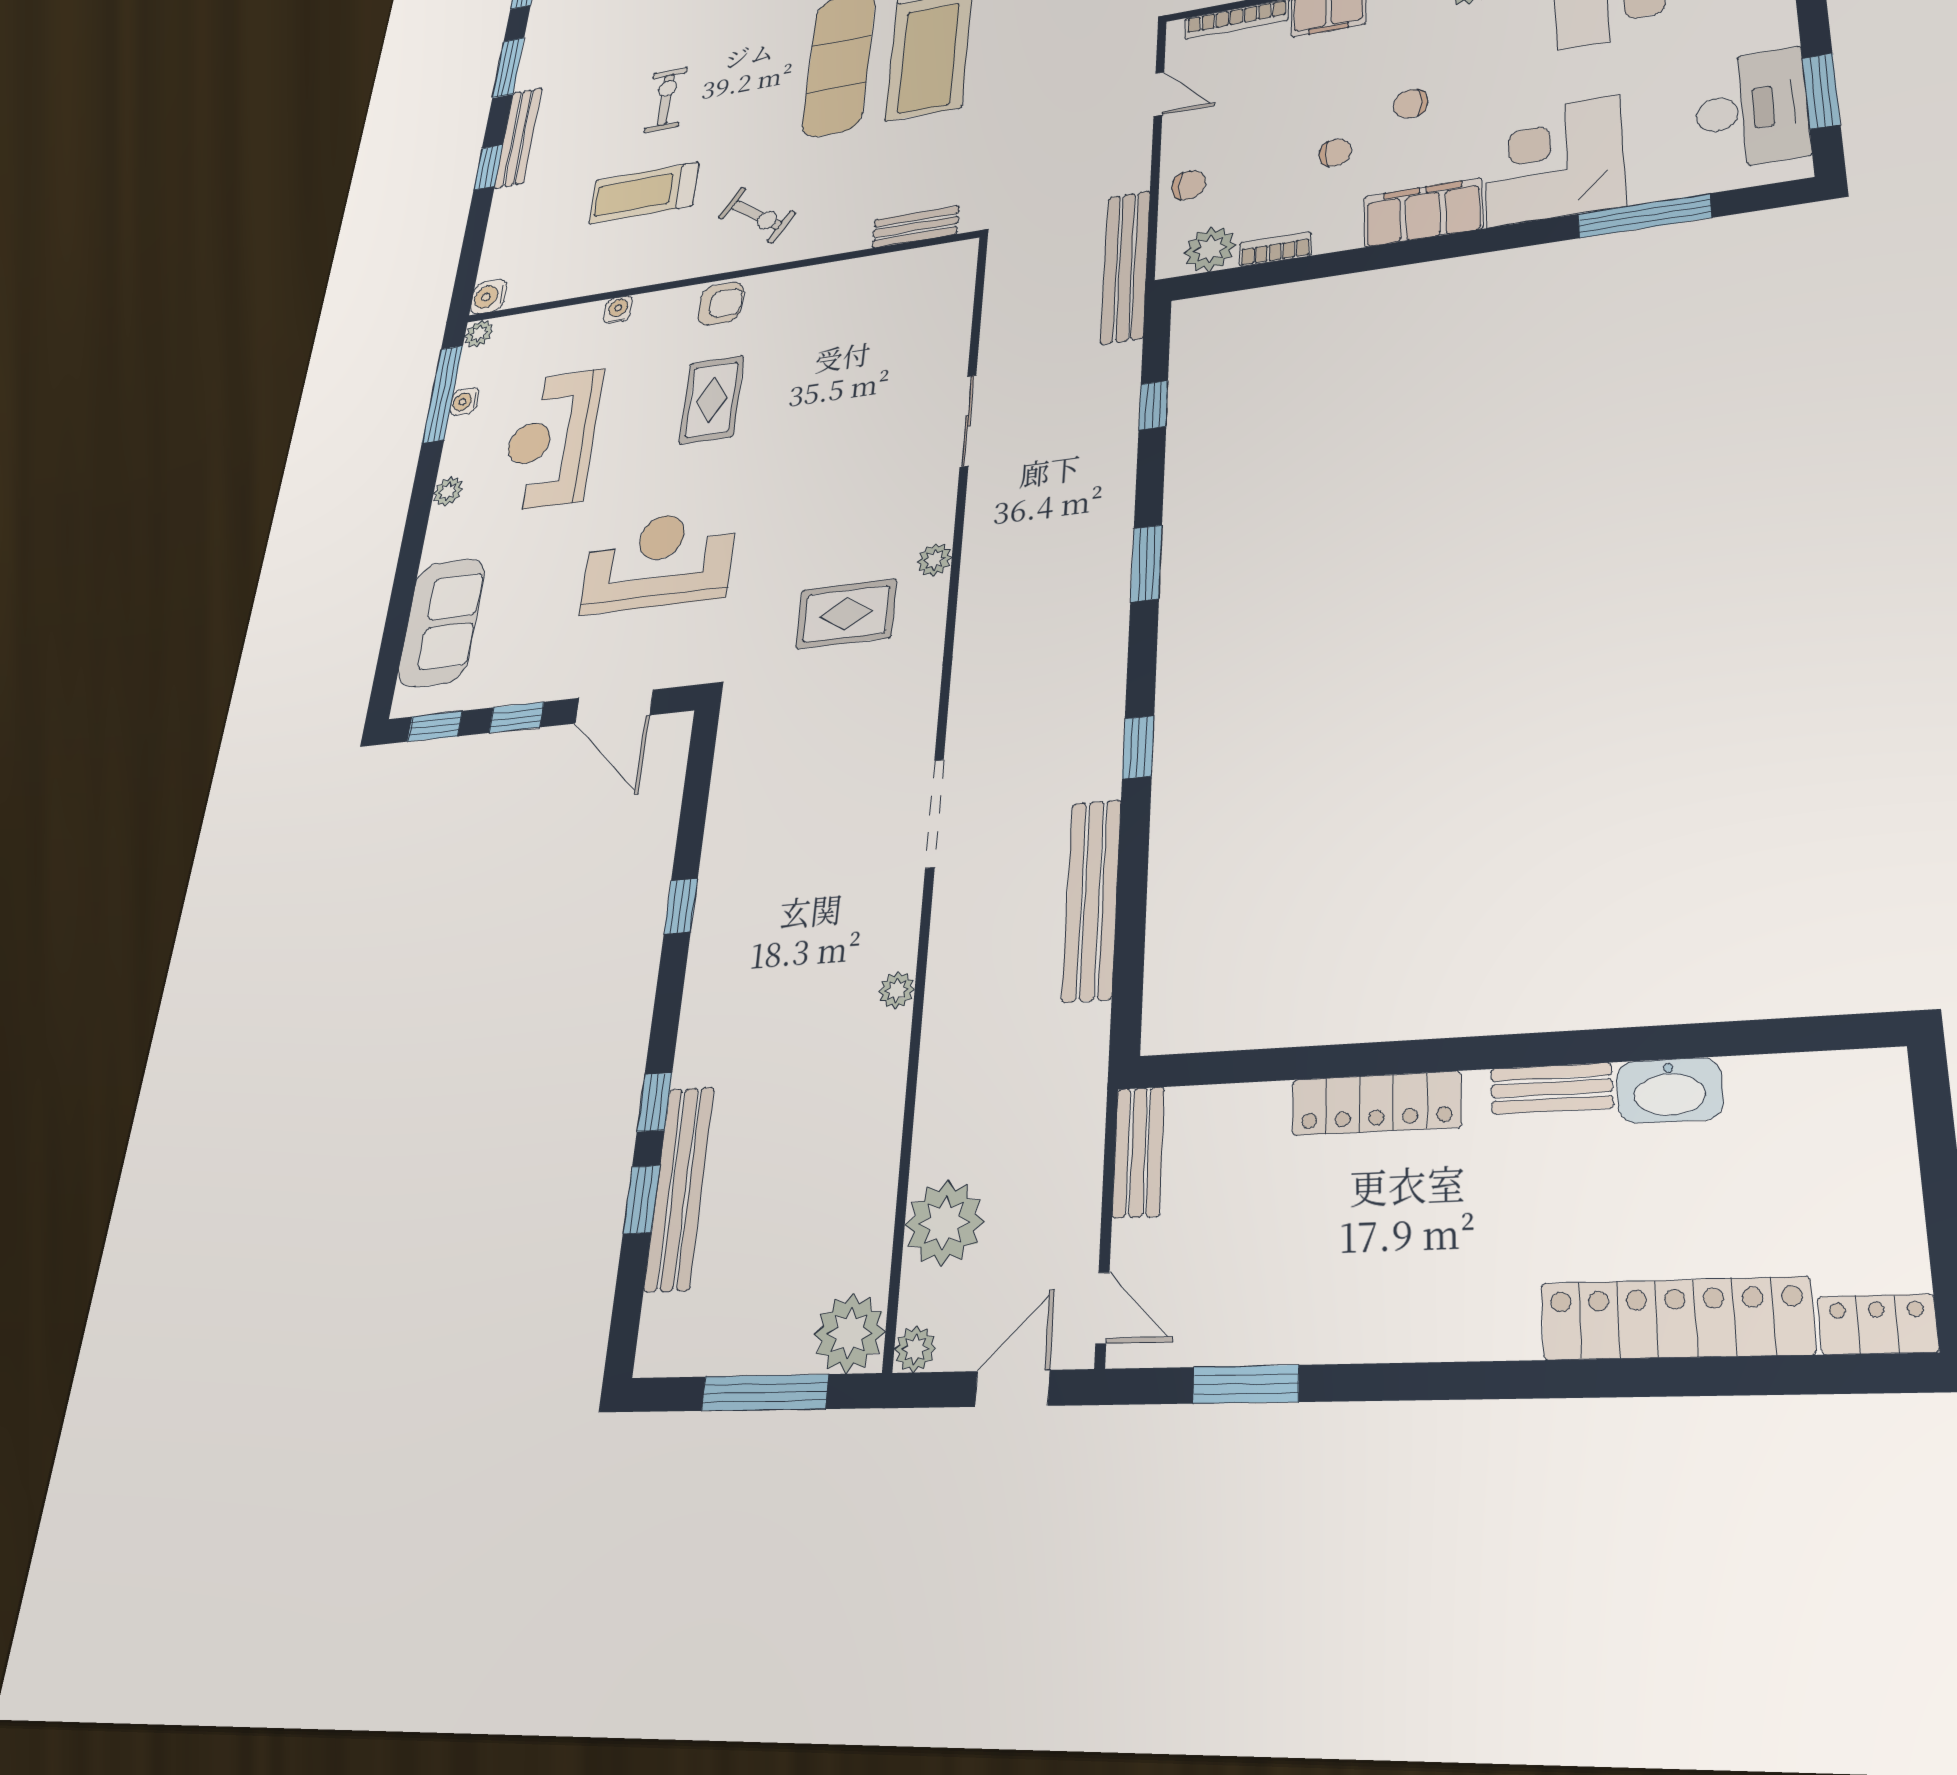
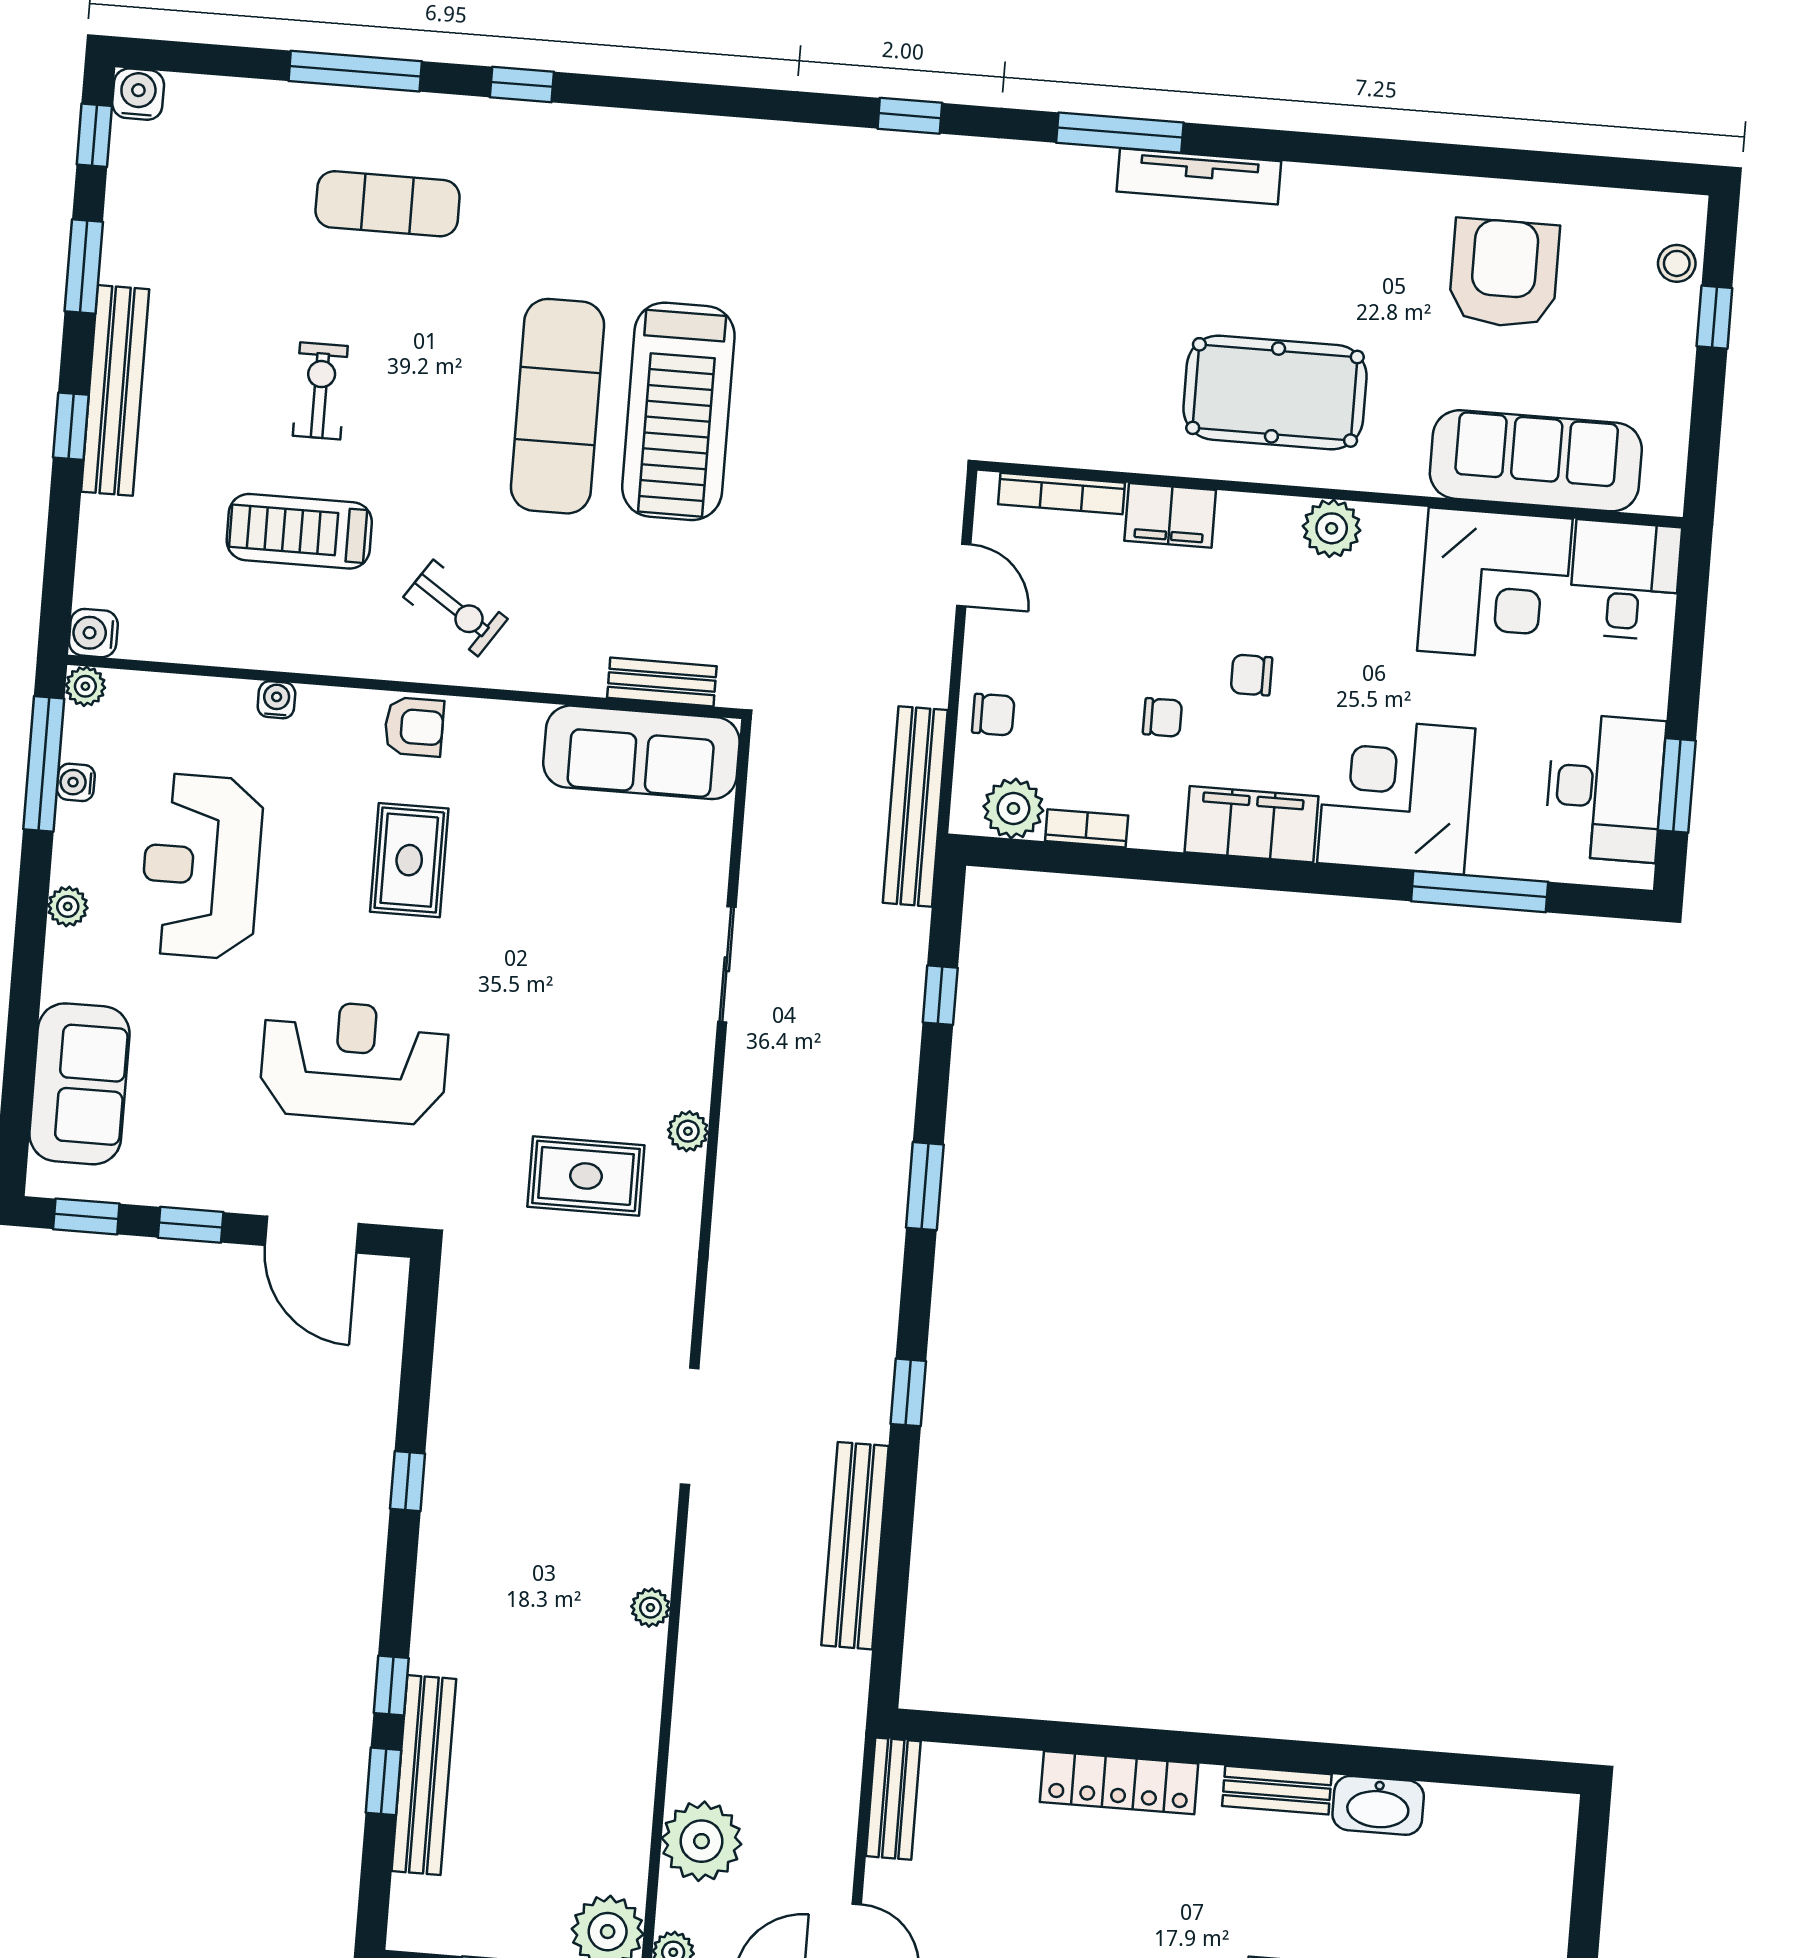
bench: (518, 138) -> (115, 390), width x1.37, depth x1.21
sofa: (899, 280) -> (641, 752), added

